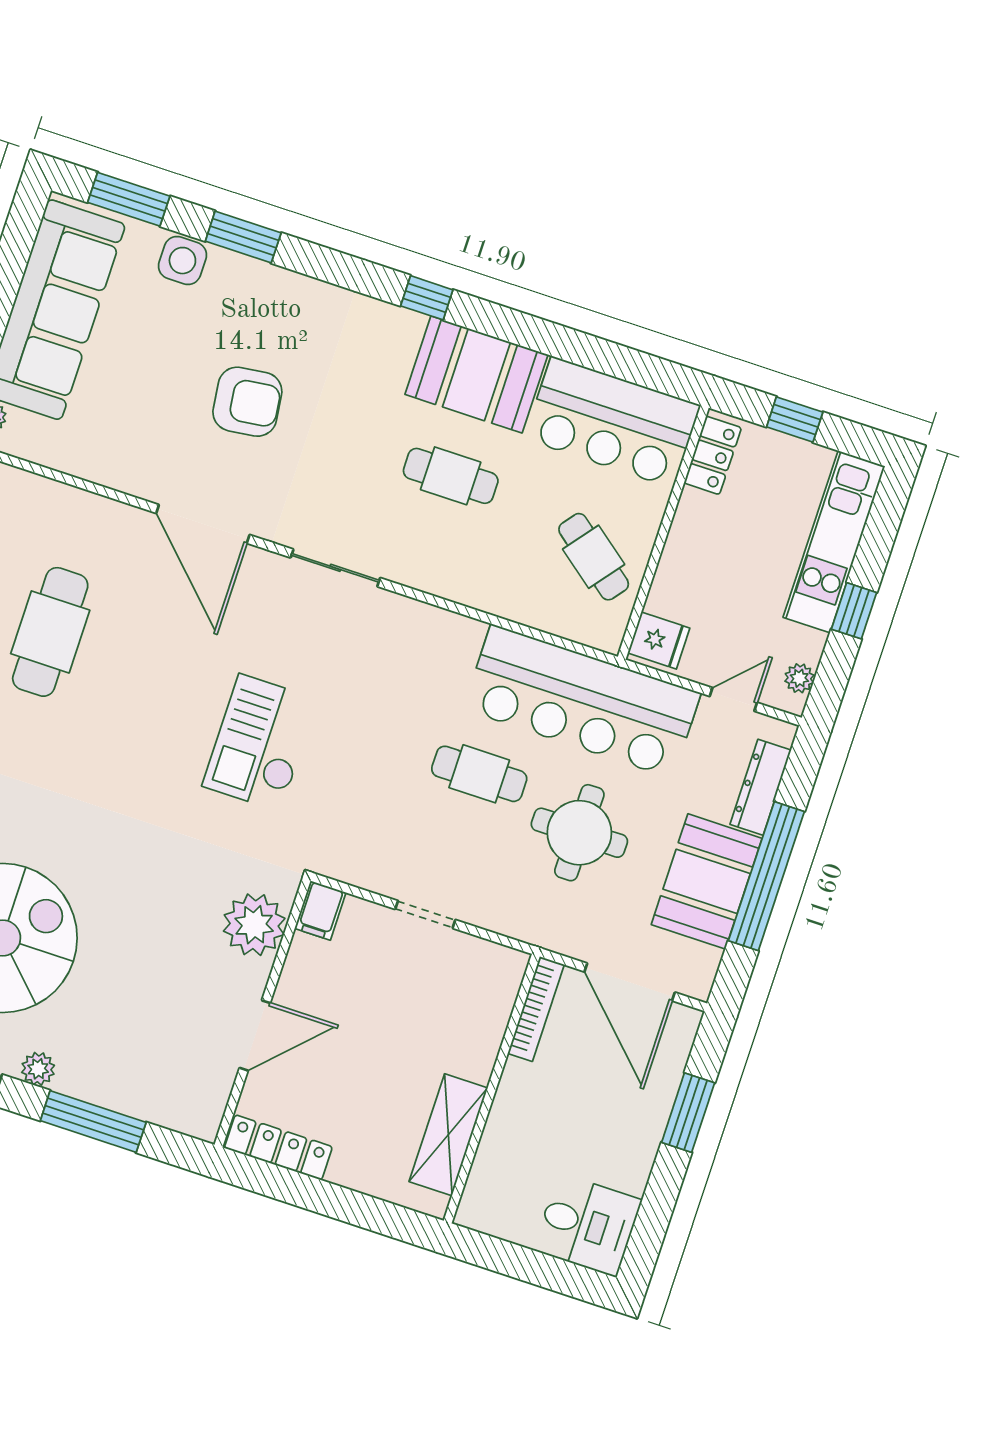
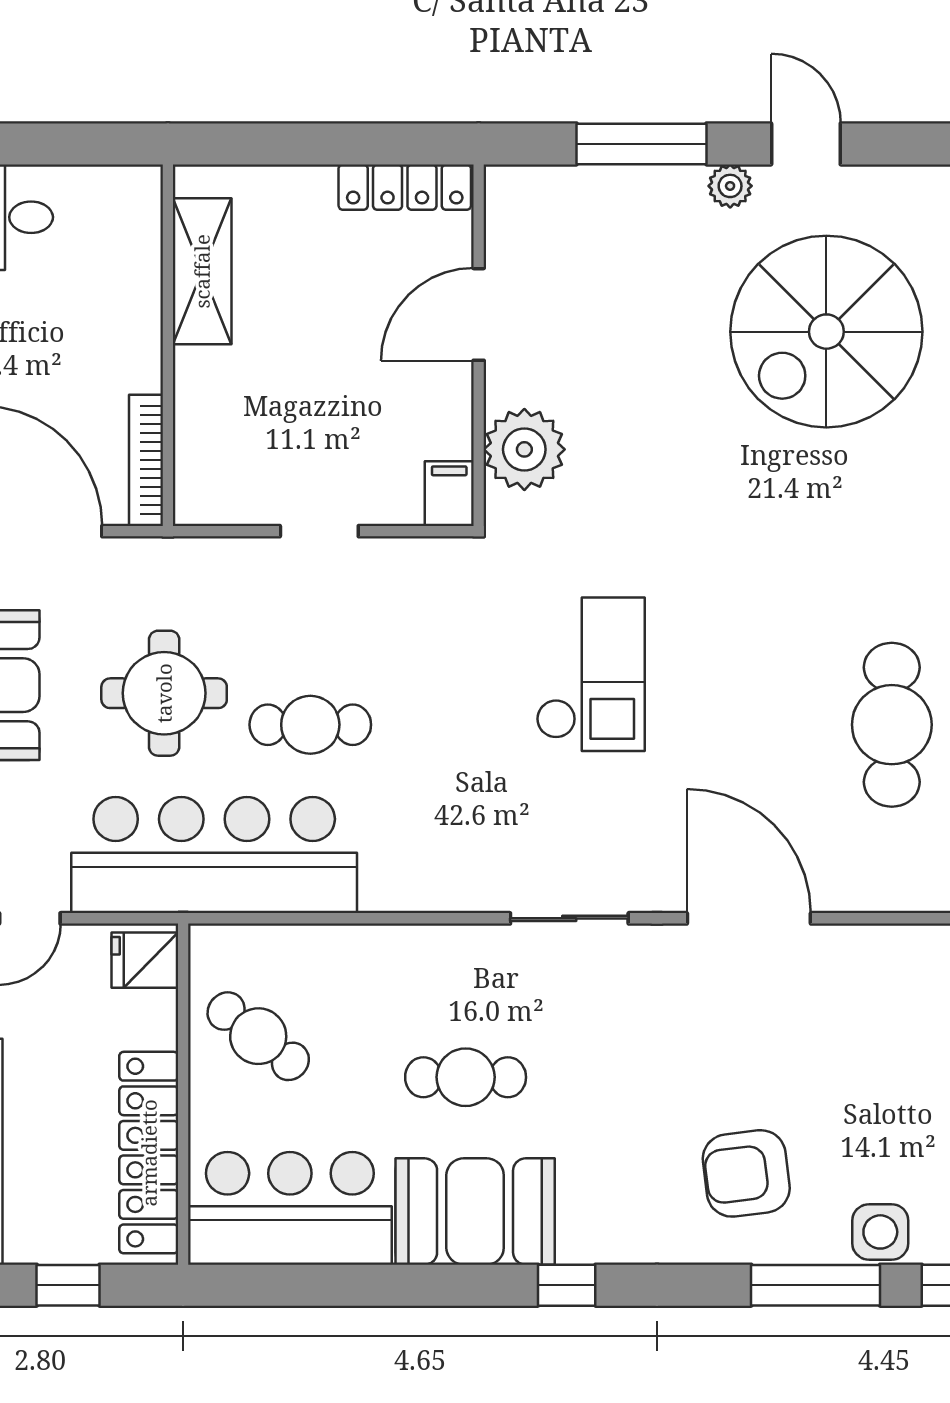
window: (243, 237) -> (816, 1285), width x1.44
armchair: (247, 402) -> (746, 1173), moved
locker: (713, 455) -> (149, 1153), width x2.16, depth x1.21

